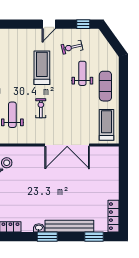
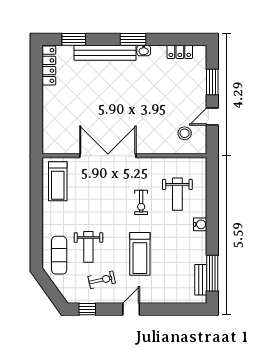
exercise mat: (105, 86) -> (59, 255), moved

